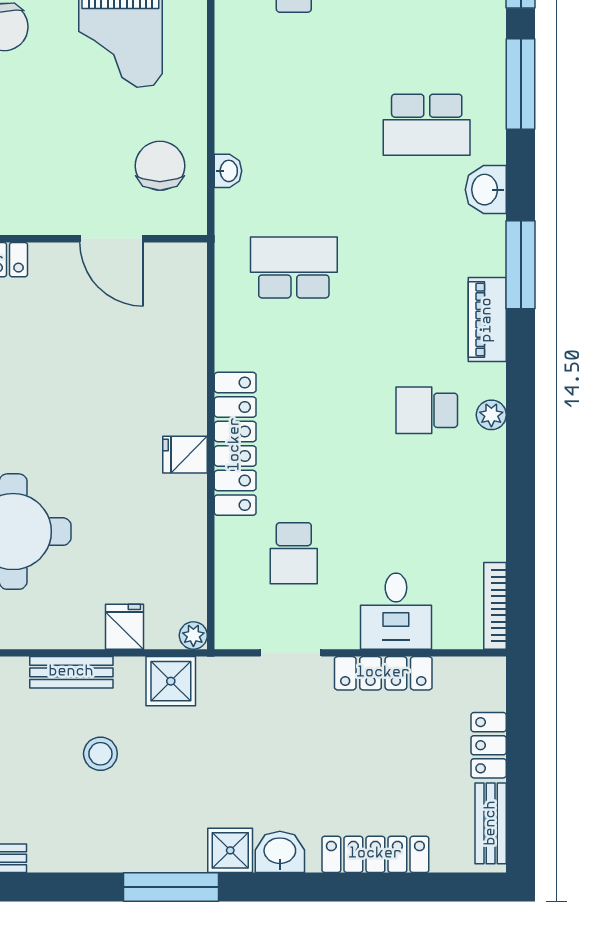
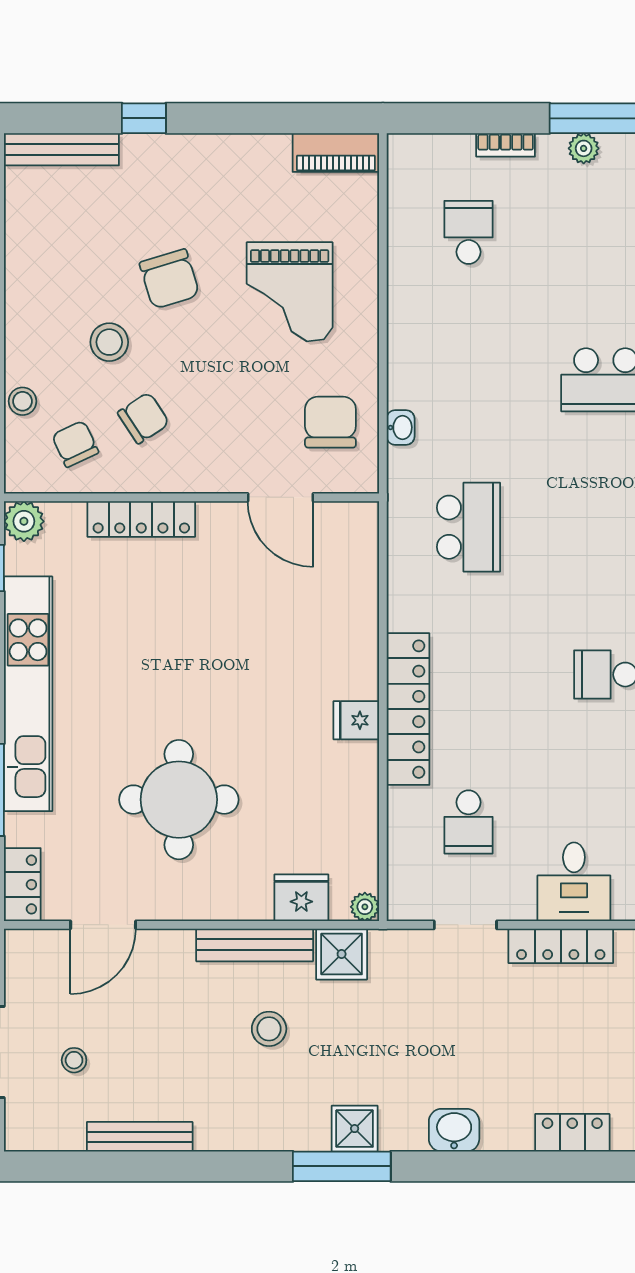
school desk: (294, 267) -> (468, 527), turned 90
fridge: (125, 627) -> (301, 898), width x1.38
bench: (71, 672) -> (255, 945), width x1.36
shower: (230, 850) -> (355, 1129), moved
locker: (375, 854) -> (572, 1133), width x0.66

